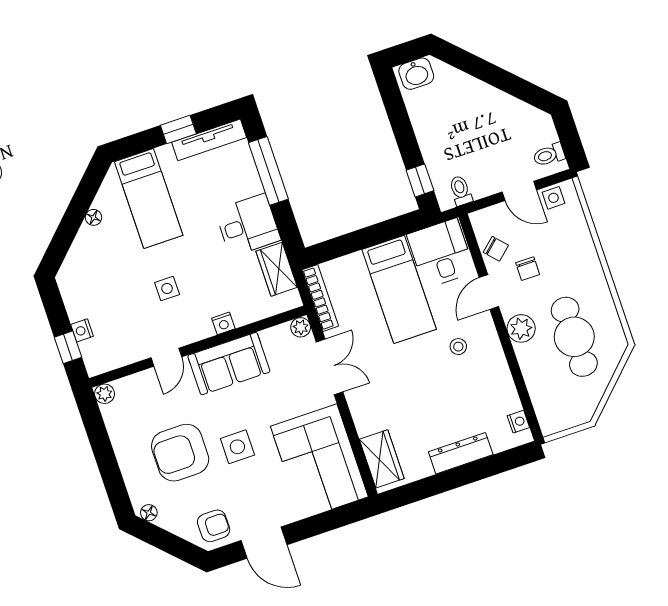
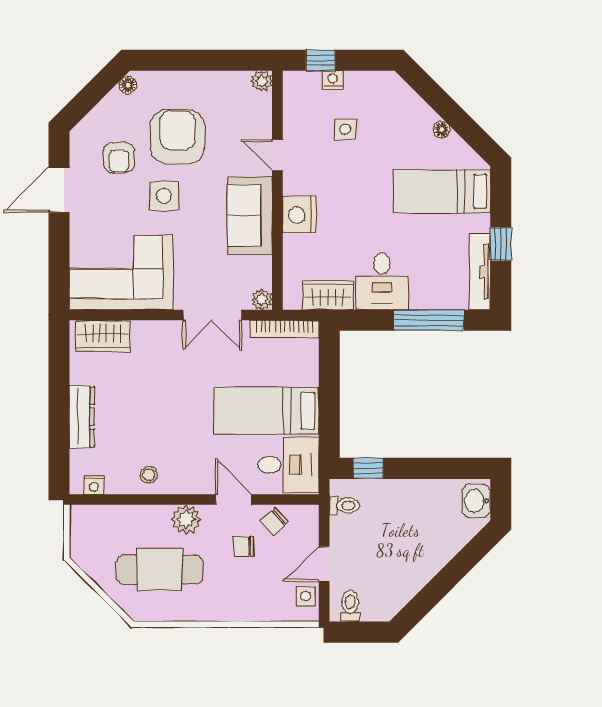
side table: (167, 289) -> (345, 129), moved
nightstand: (223, 323) -> (299, 215), width x1.89, depth x1.79
stool: (458, 347) -> (149, 475), moved
armchair: (214, 526) -> (119, 158), moved

